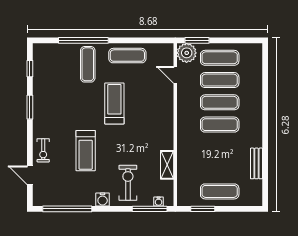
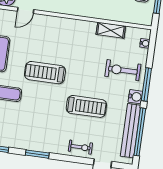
bench: (67, 199) -> (131, 131), added
window: (150, 209) -> (146, 84), moved

